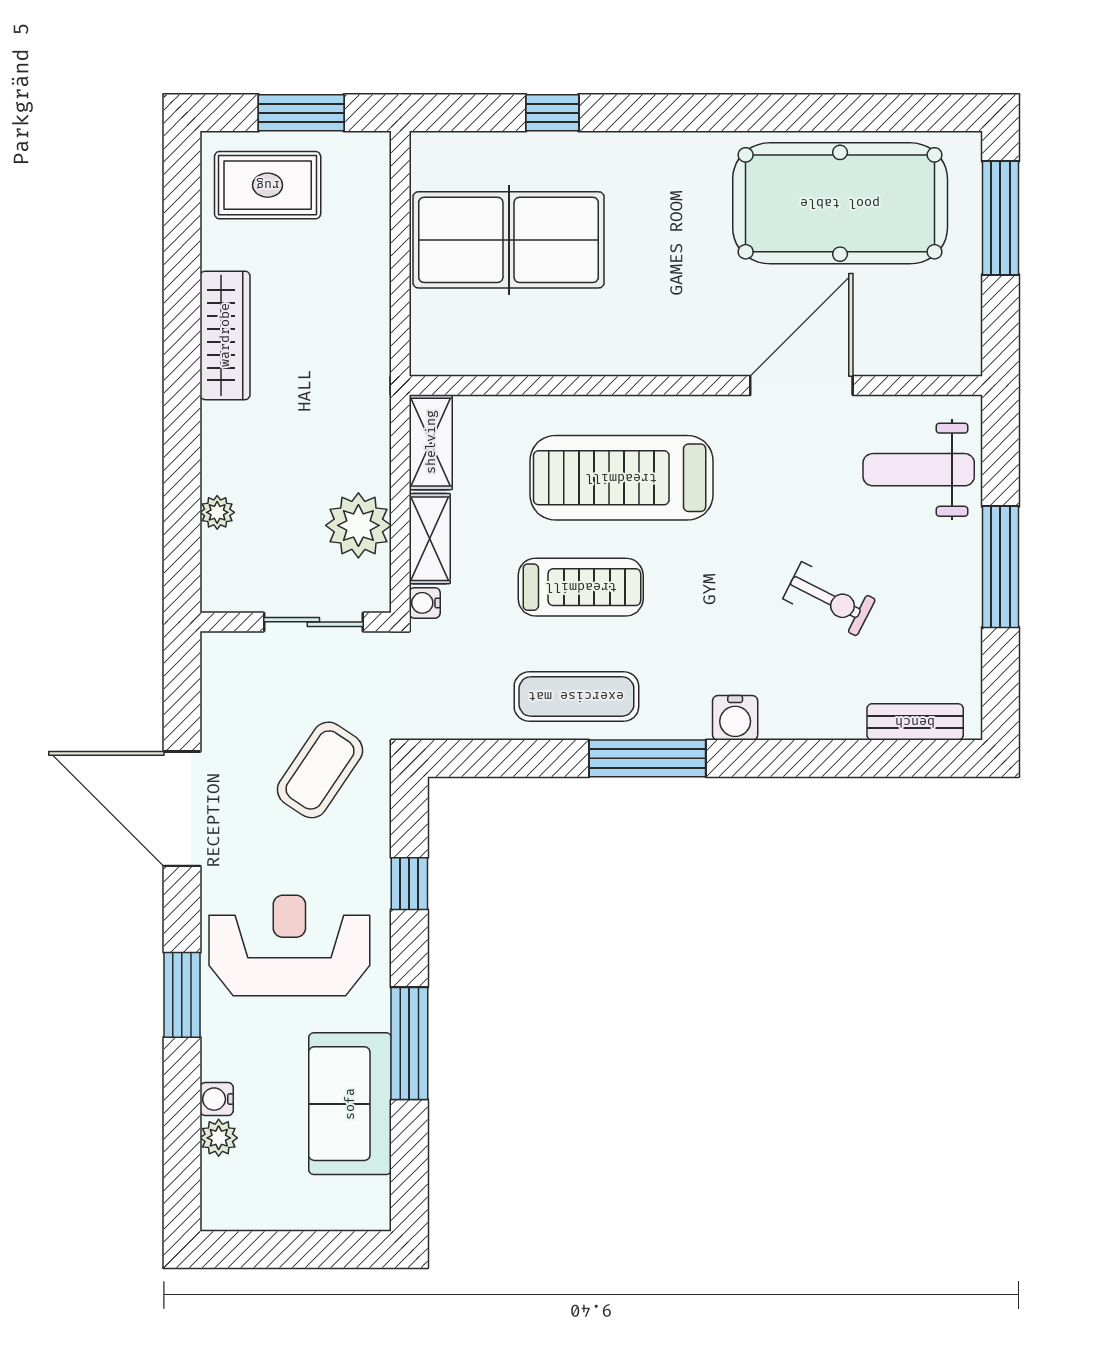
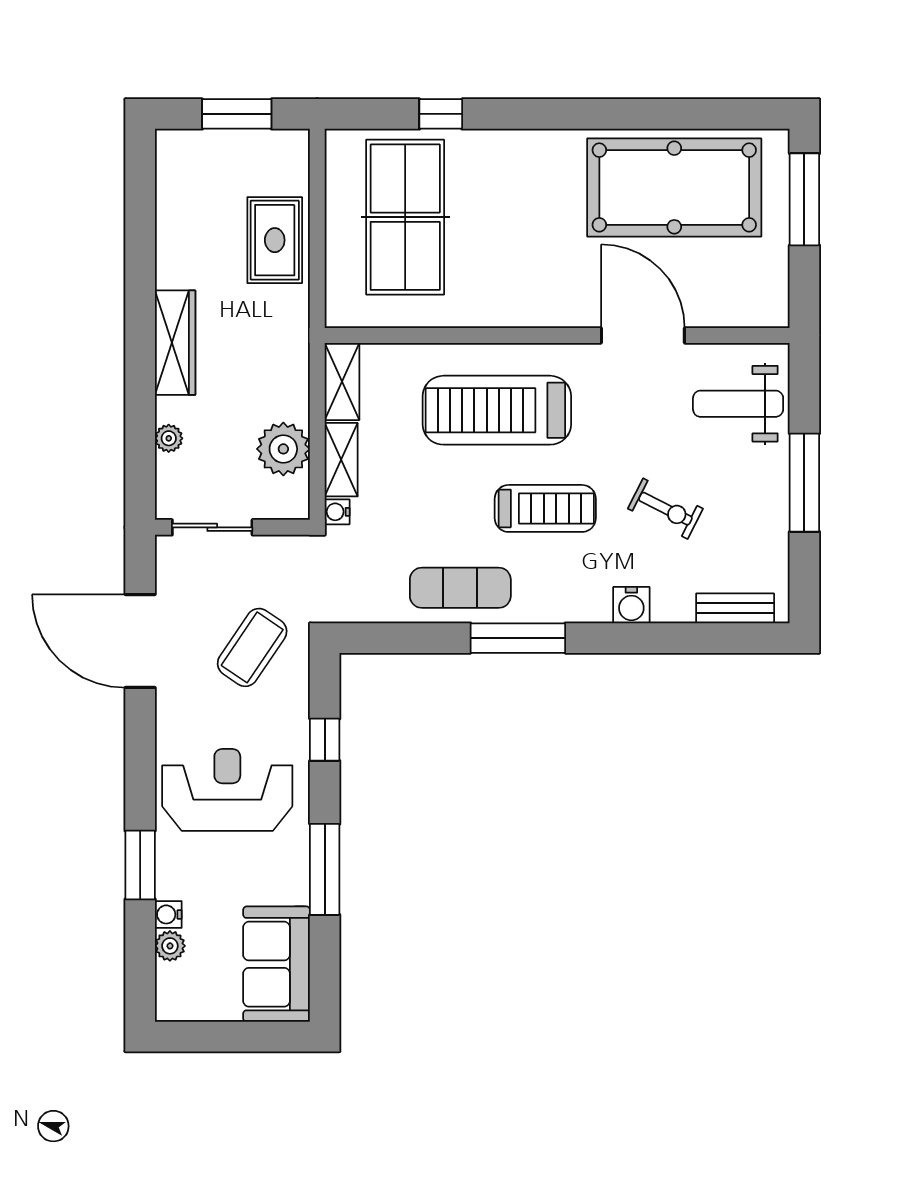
rug: (268, 185) -> (275, 240), moved, turned 90
table tennis table: (509, 240) -> (405, 217), turned 90
wardrobe: (225, 335) -> (175, 343), moved
door: (801, 386) -> (643, 335), hinge flipped
treadmill: (581, 587) -> (545, 508), moved
sliding door: (313, 622) -> (212, 527), moved
water cooler: (735, 718) -> (631, 605), moved
door: (182, 809) -> (140, 641), moved
window: (182, 995) -> (140, 865), moved
sofa: (350, 1104) -> (277, 964), moved

